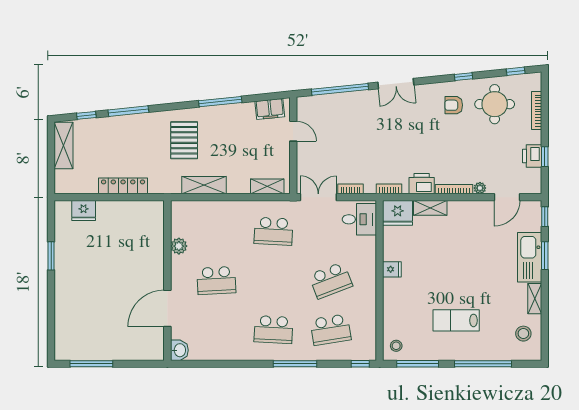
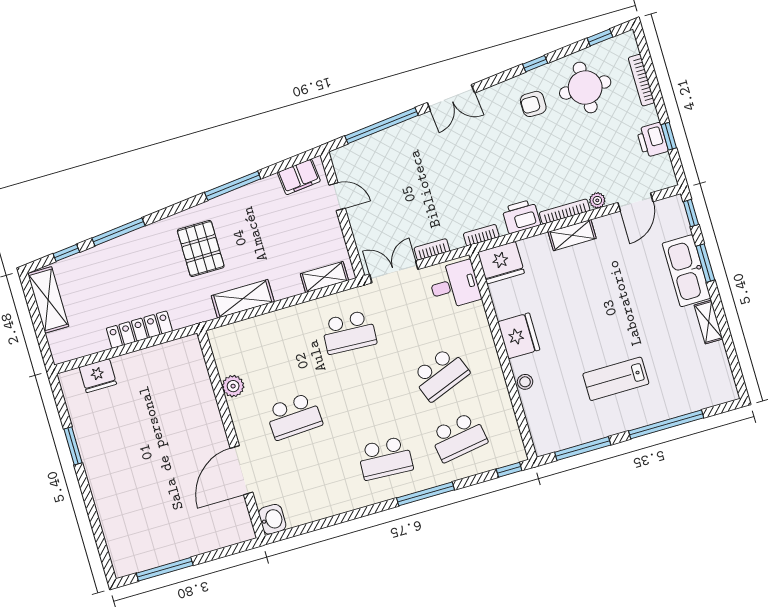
shelving: (430, 208) -> (572, 235), moved
fridge: (392, 269) -> (519, 336), width x1.88, depth x1.34
stool: (523, 334) -> (707, 371), removed
stool: (396, 346) -> (525, 382), moved

